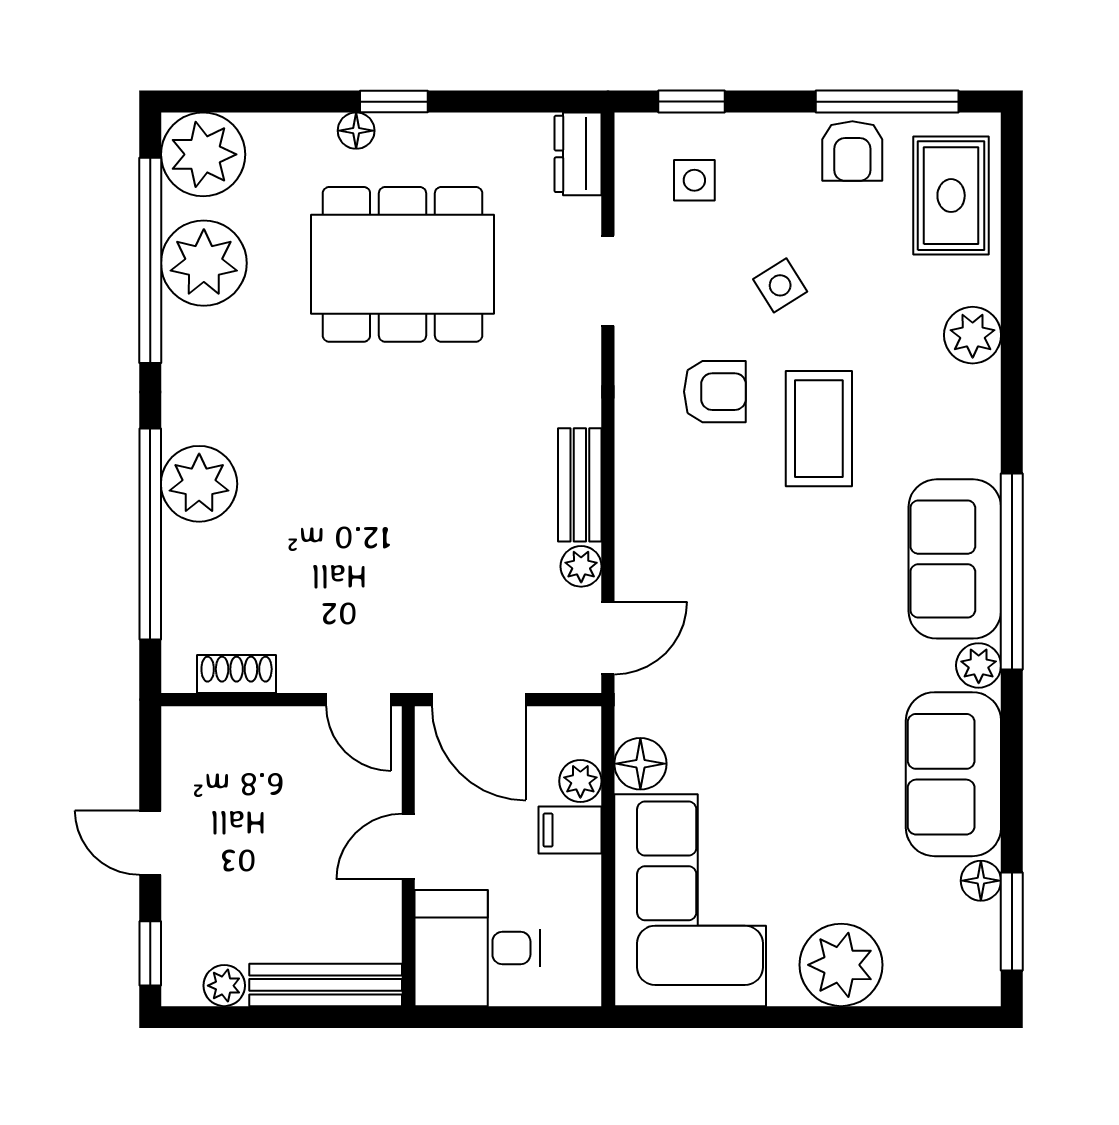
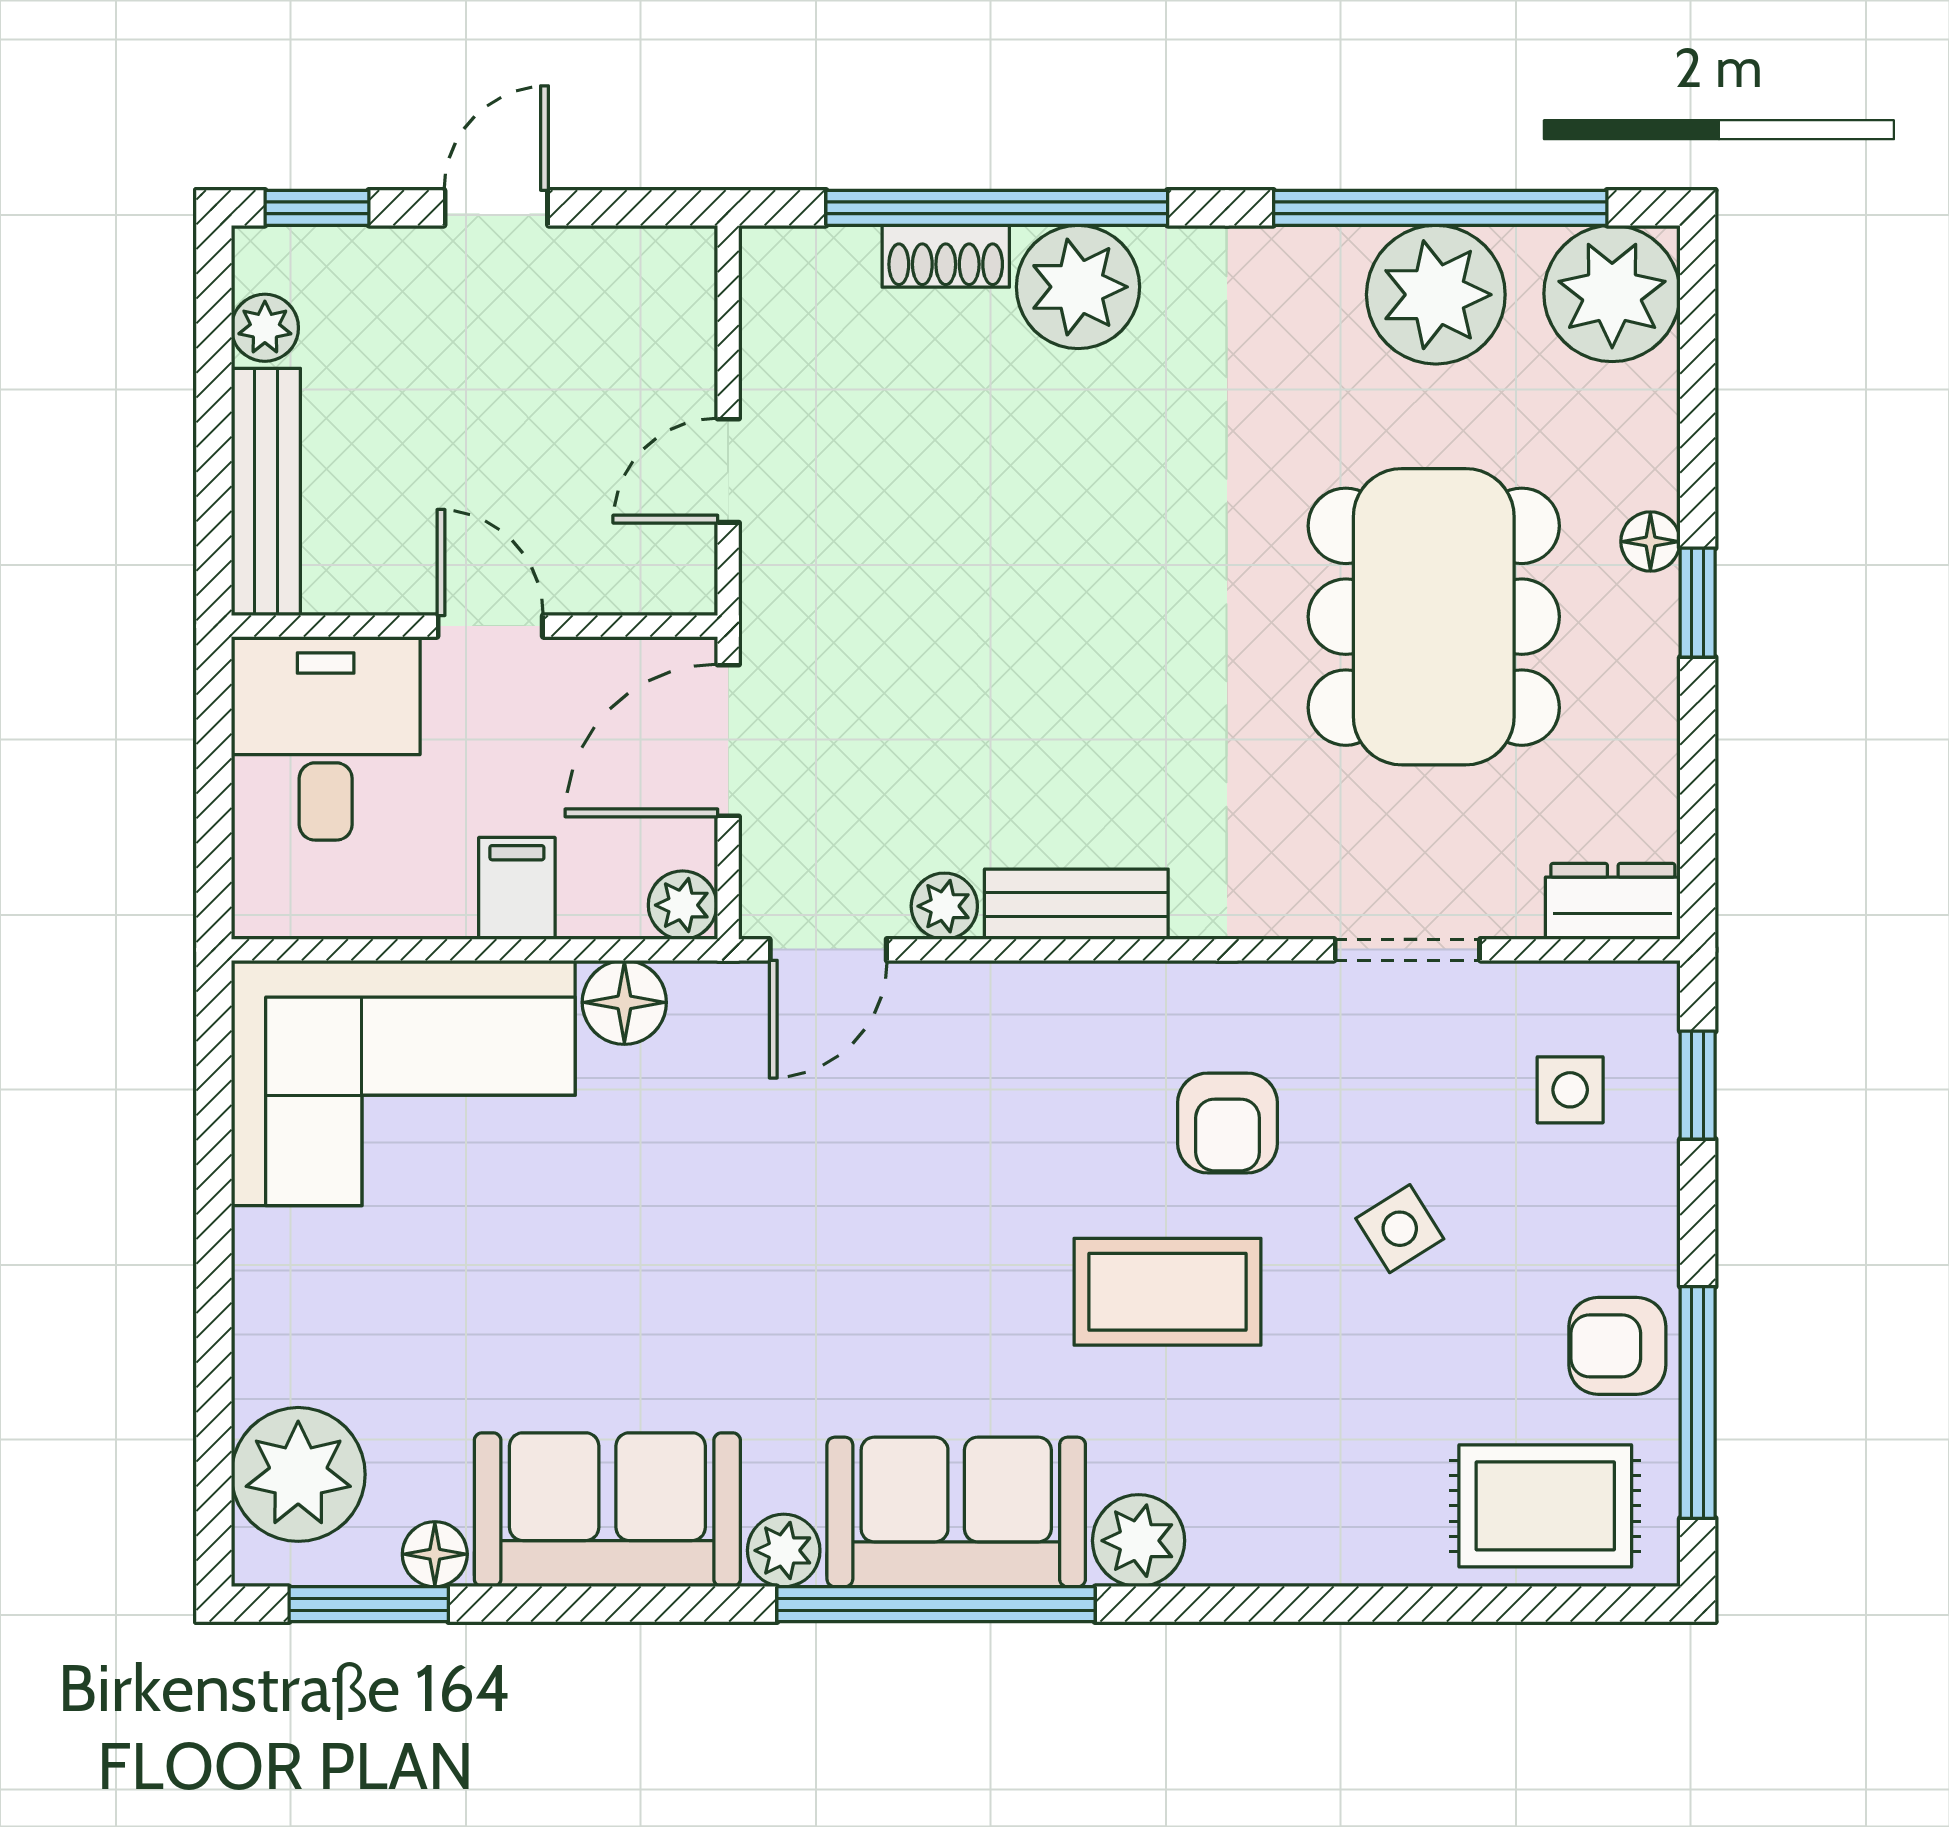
plant: (973, 335) -> (1139, 1541), moved
door: (608, 638) -> (828, 950), hinge flipped
shoe rack: (237, 674) -> (946, 256), moved, turned 90
door: (359, 700) -> (728, 471), moved
plant: (580, 781) -> (683, 905), moved
plant: (841, 965) -> (298, 1474), moved

